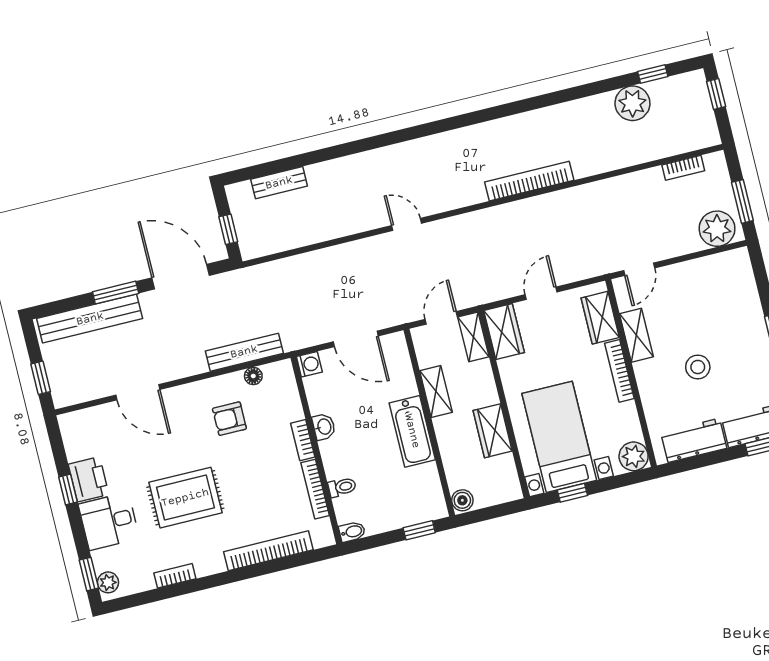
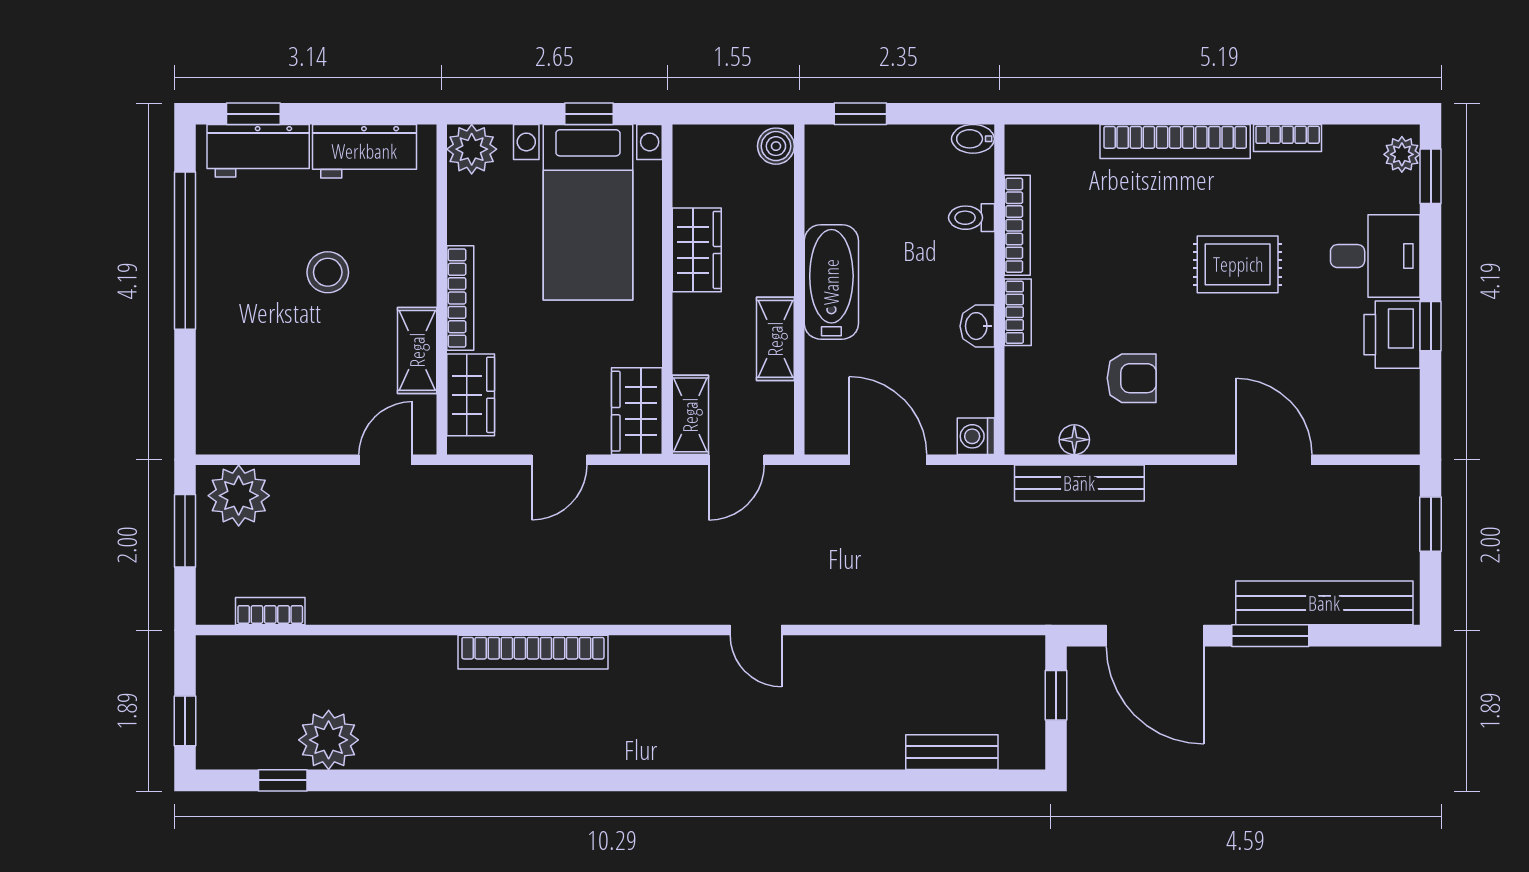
rug: (185, 498) -> (1238, 264), width x0.73, depth x0.70
bookcase: (268, 551) -> (1175, 141), moved

